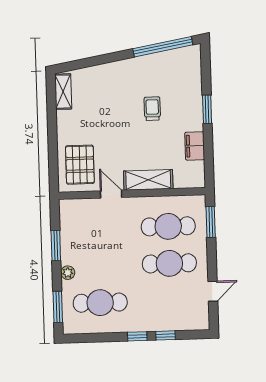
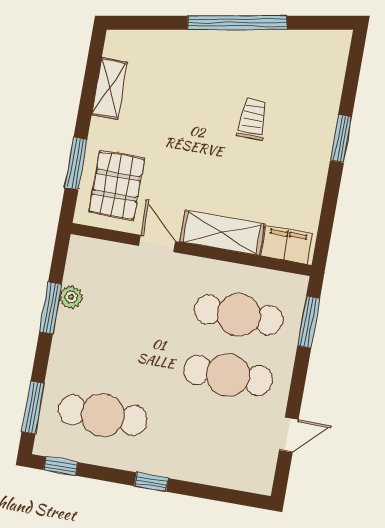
window: (163, 47) -> (237, 23), moved
shelving: (63, 92) -> (110, 88), moved
filing cabinet: (195, 146) -> (287, 245), moved, turned 90
window: (53, 157) -> (76, 163), added
plant: (68, 273) -> (71, 297), moved
window: (166, 335) -> (61, 466), moved

